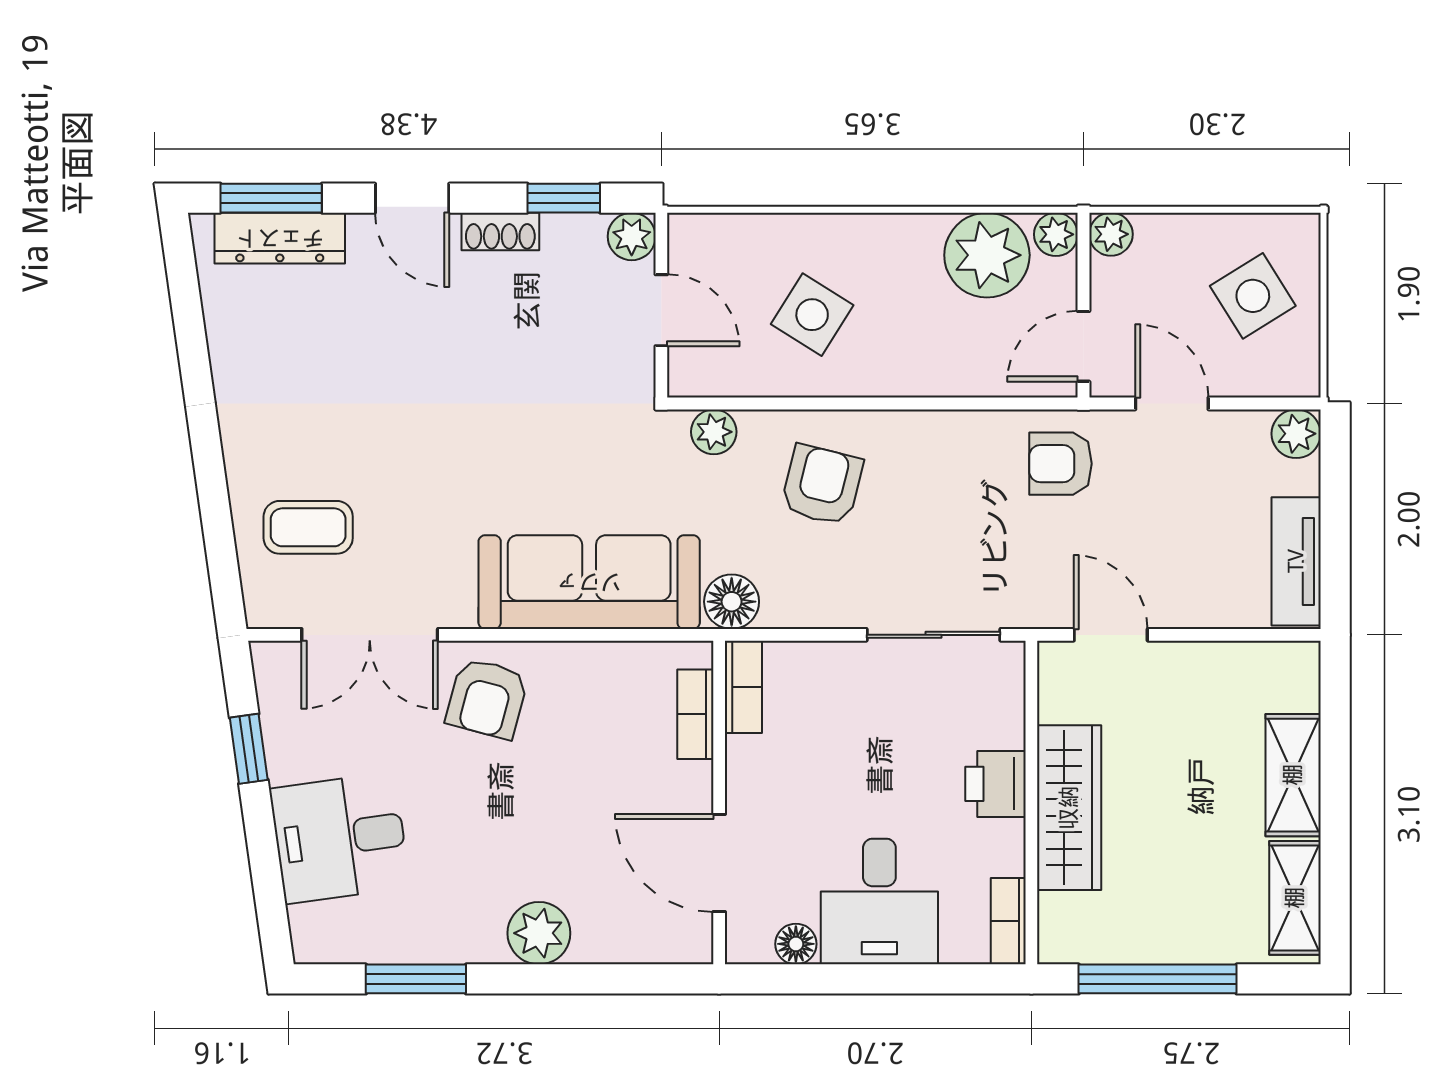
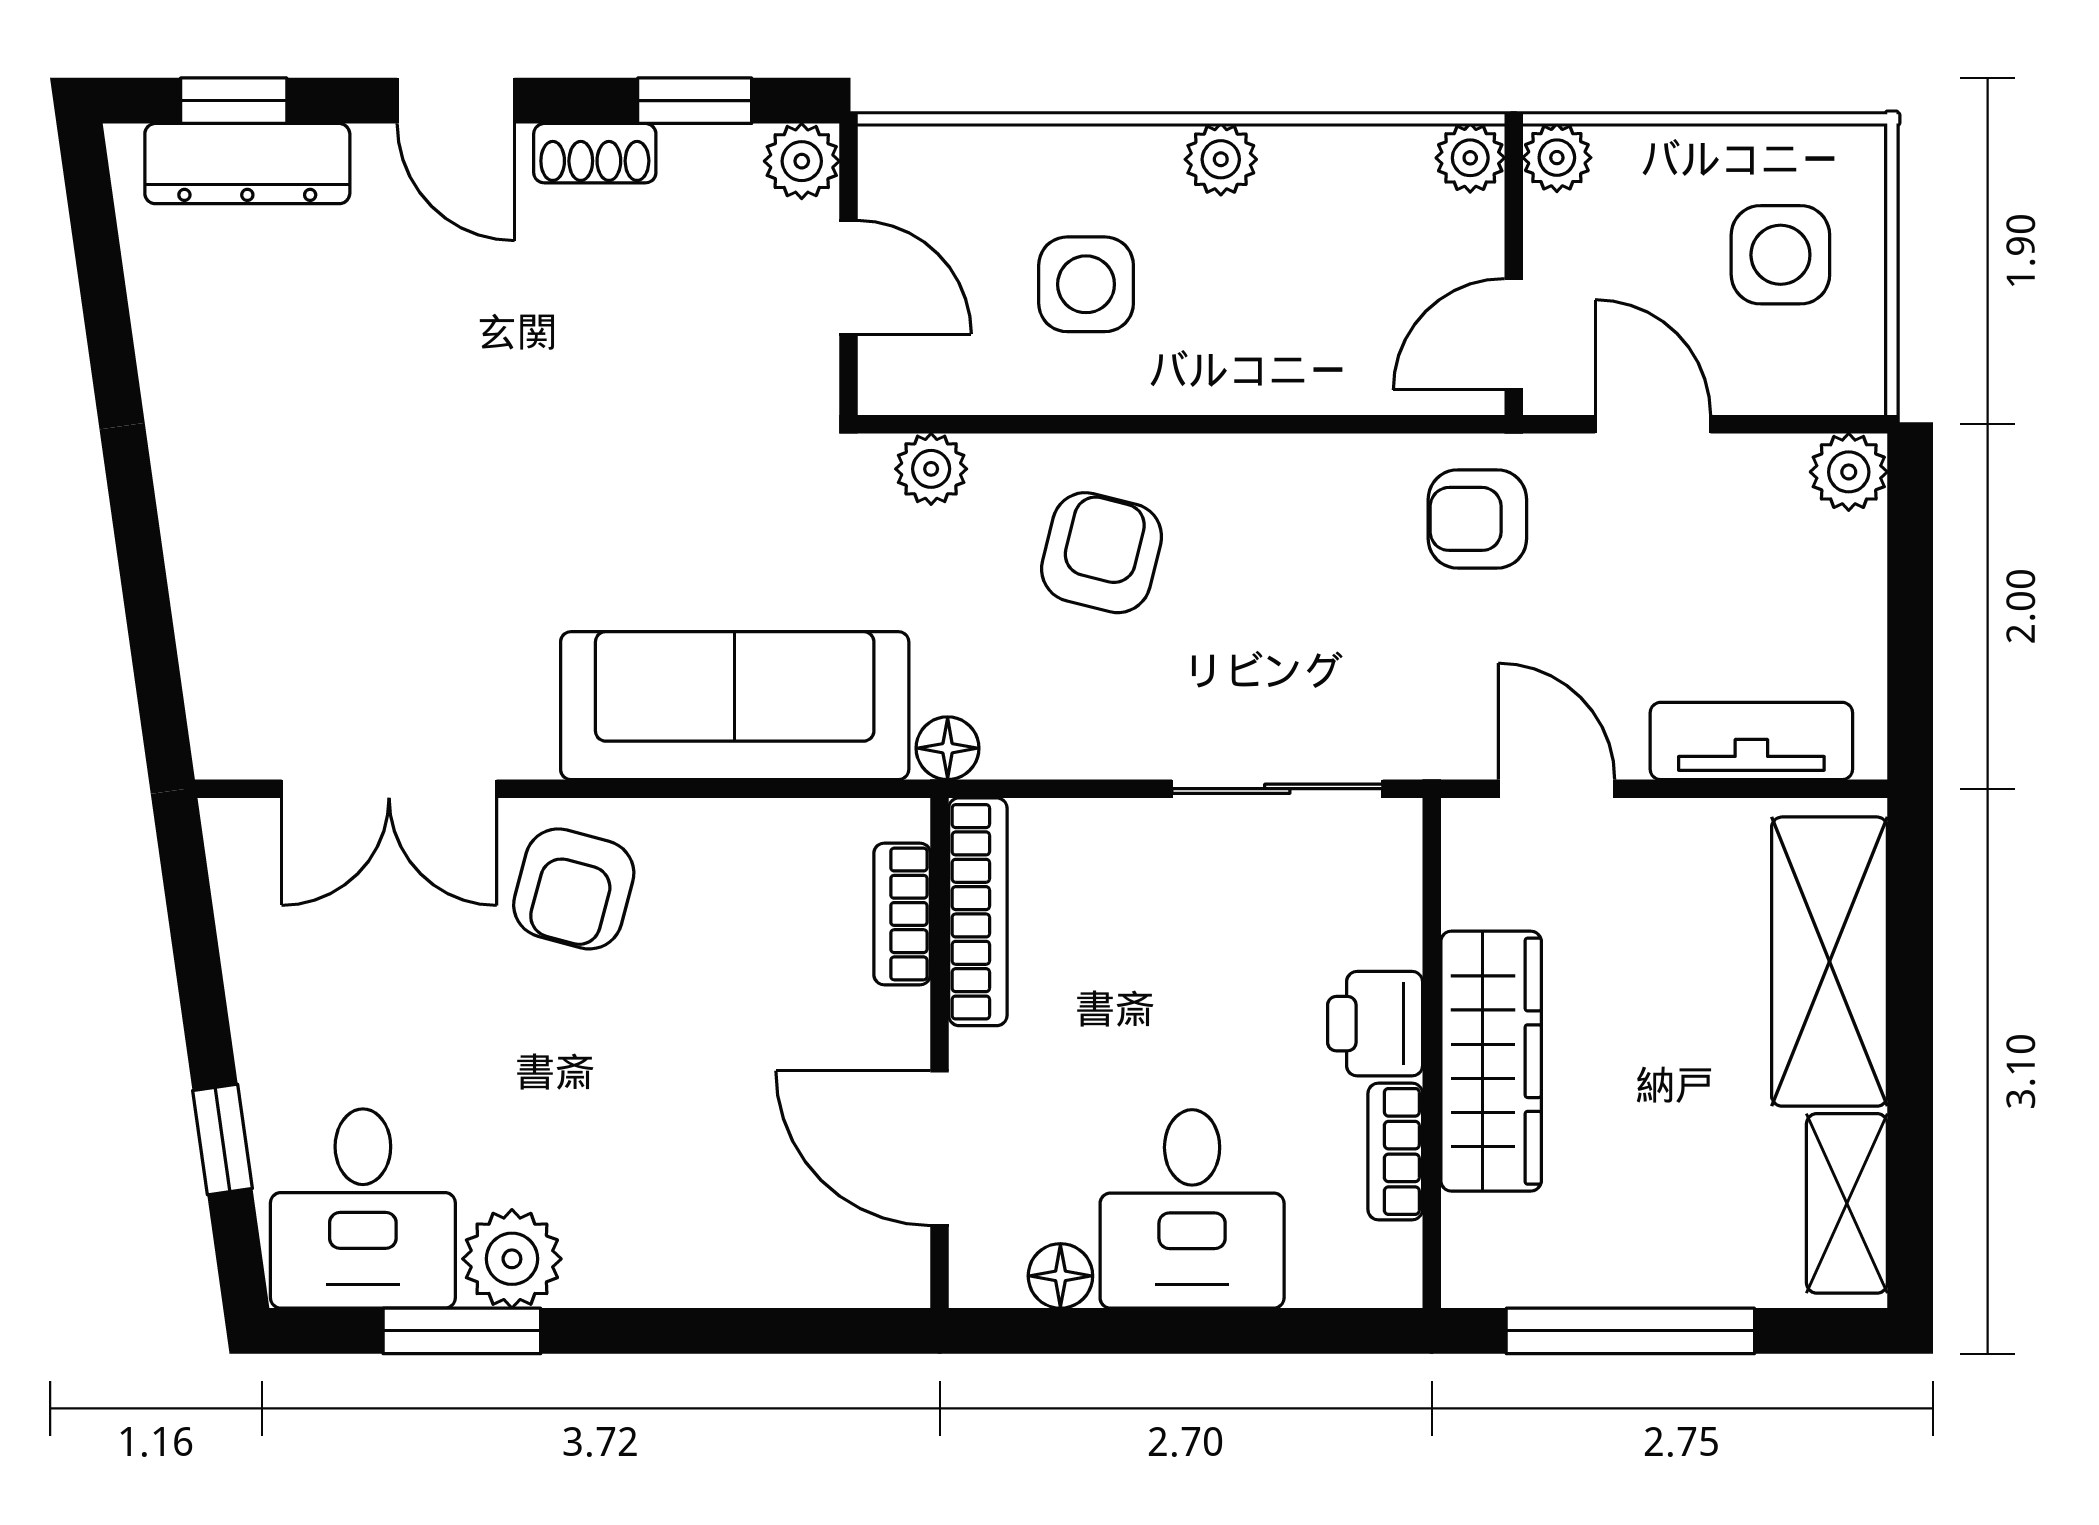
window: (271, 198) -> (234, 101), width x0.67
plant: (987, 255) -> (1221, 159), moved, width x0.53, depth x0.53
side table: (1253, 296) -> (1780, 255), turned 32
side table: (812, 315) -> (1086, 284), turned -32
coffee table: (308, 527) -> (292, 619), removed
tv unit: (1296, 561) -> (1751, 741), moved, turned 90
floor lamp: (732, 602) -> (948, 748), width x0.73, depth x0.73
bookcase: (743, 687) -> (978, 912), width x1.56
window: (249, 749) -> (223, 1139), moved
shelving: (1293, 775) -> (1829, 962), width x1.50, depth x1.33
desk: (340, 838) -> (363, 1208), moved, turned -82
bookcase: (1008, 921) -> (1395, 1151), moved
plant: (539, 933) -> (512, 1259), moved

